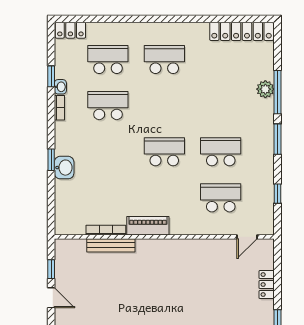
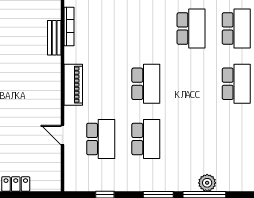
piano: (148, 226) -> (73, 85), moved
door: (247, 237) -> (62, 135), moved
bench: (111, 245) -> (54, 38), width x0.73

